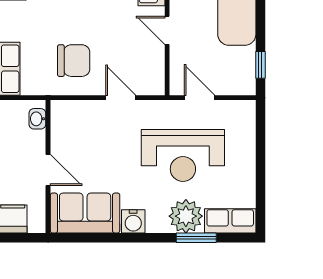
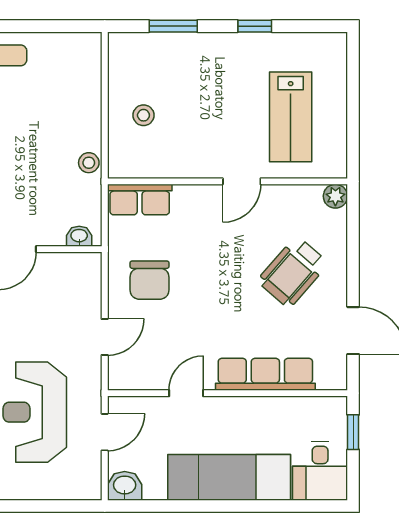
window: (260, 65) -> (144, 506), removed
washbasin: (244, 81) -> (125, 486), added

